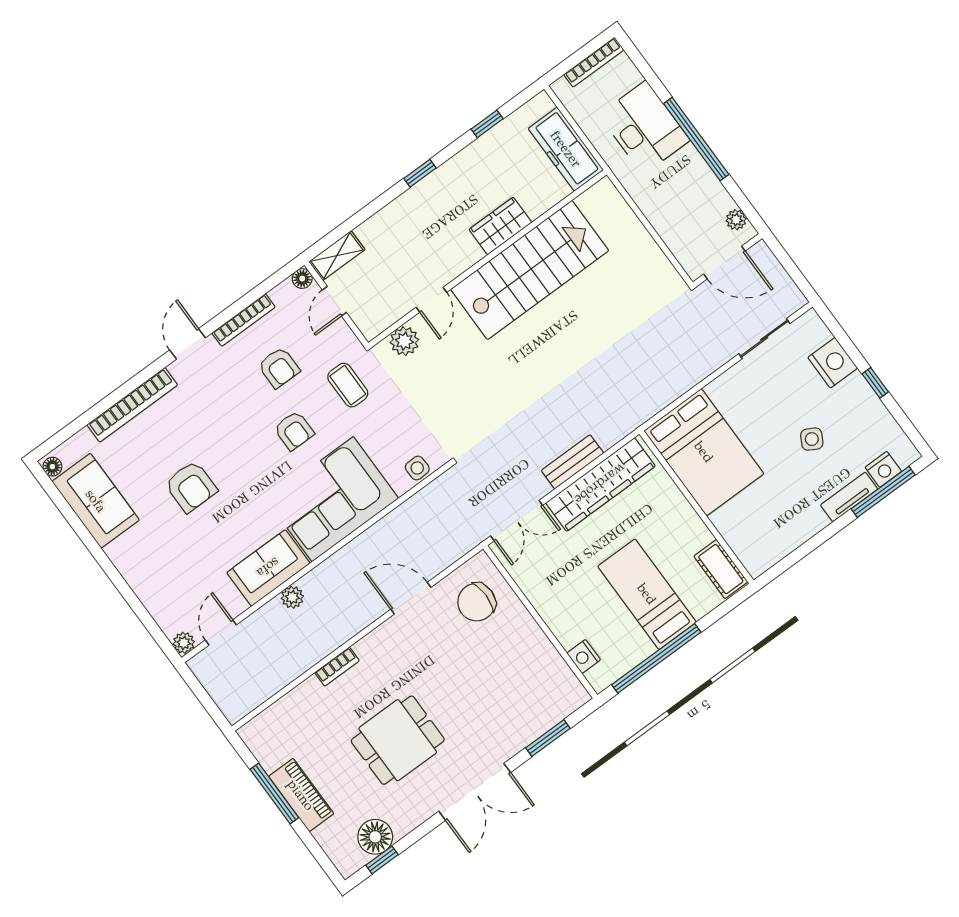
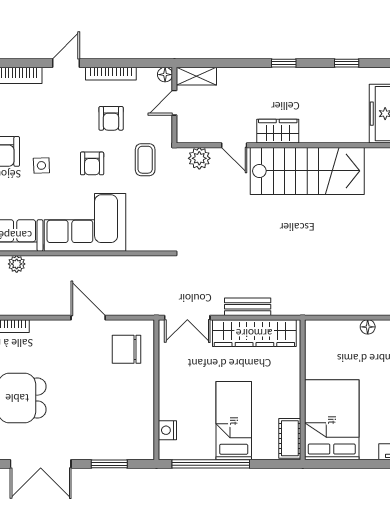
wardrobe: (500, 226) -> (278, 131), moved
door: (431, 300) -> (234, 145), hinge flipped
floor lamp: (717, 389) -> (368, 327), added
bed: (704, 452) -> (332, 420), moved, turned 180
side table: (417, 468) -> (41, 165), moved

